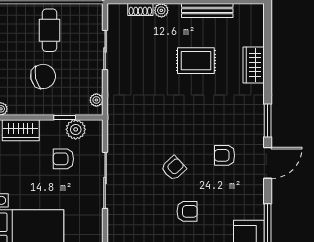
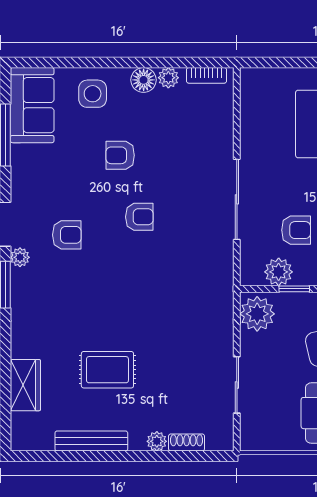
wardrobe: (254, 65) -> (25, 385), moved
plant: (96, 100) -> (257, 314), width x1.87, depth x1.87
plant: (257, 140) -> (20, 257), added
armchair: (174, 168) -> (139, 217), turned -137

